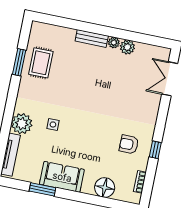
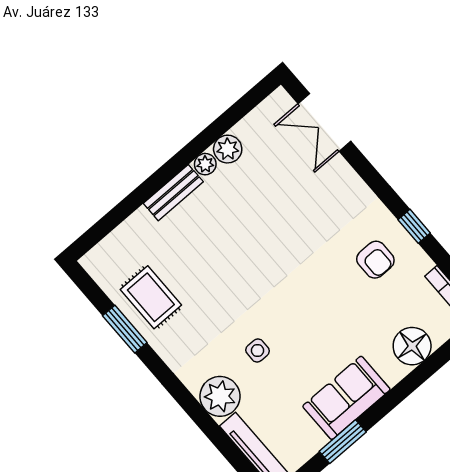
armchair: (129, 144) -> (375, 260), turned -90

